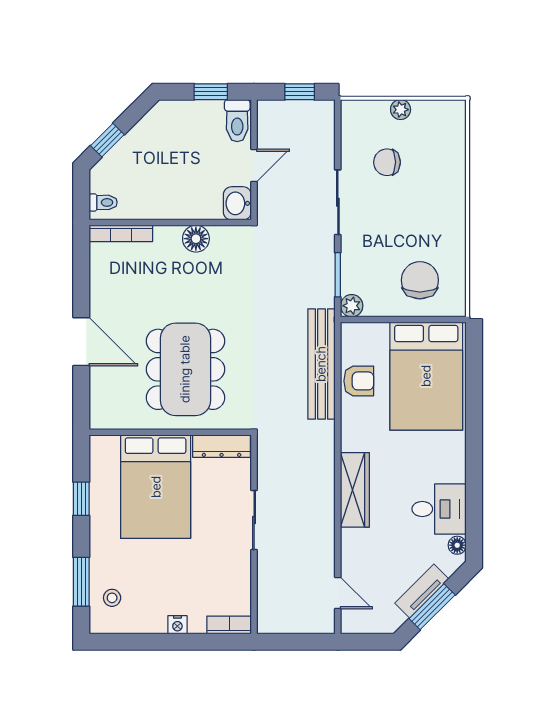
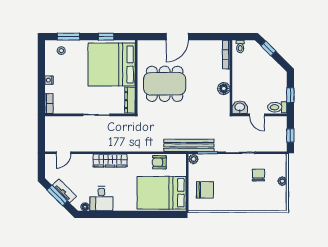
bench: (321, 364) -> (189, 145), moved
armchair: (359, 381) -> (159, 162), turned 90
bed: (156, 487) -> (112, 65), width x1.36

